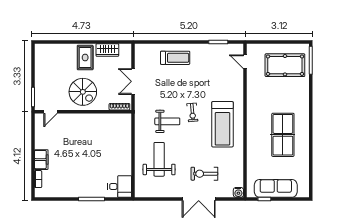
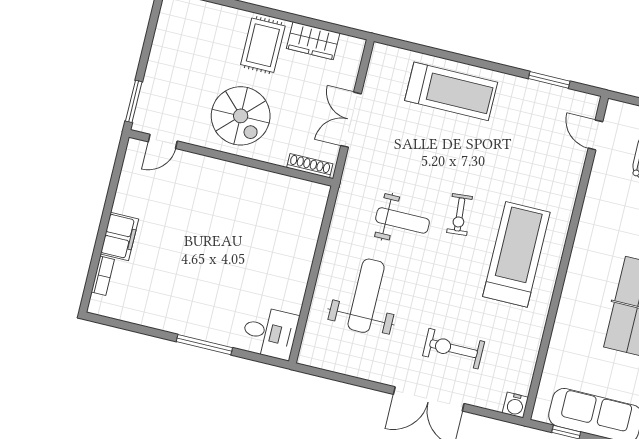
treadmill: (175, 58) -> (451, 91), width x1.37, depth x1.38
treadmill: (222, 124) -> (516, 254), turned 180

